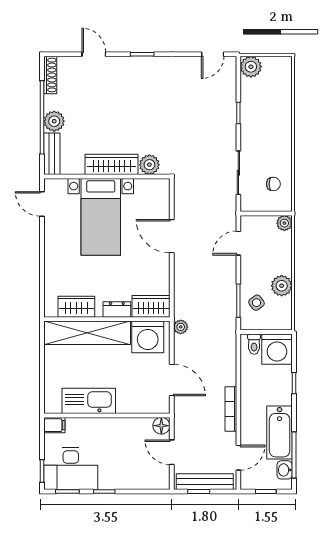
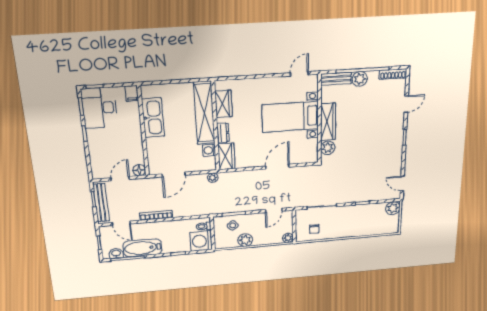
door: (238, 243) -> (274, 210), swing flipped
washing machine: (148, 337) -> (209, 150), width x0.53, depth x0.53

